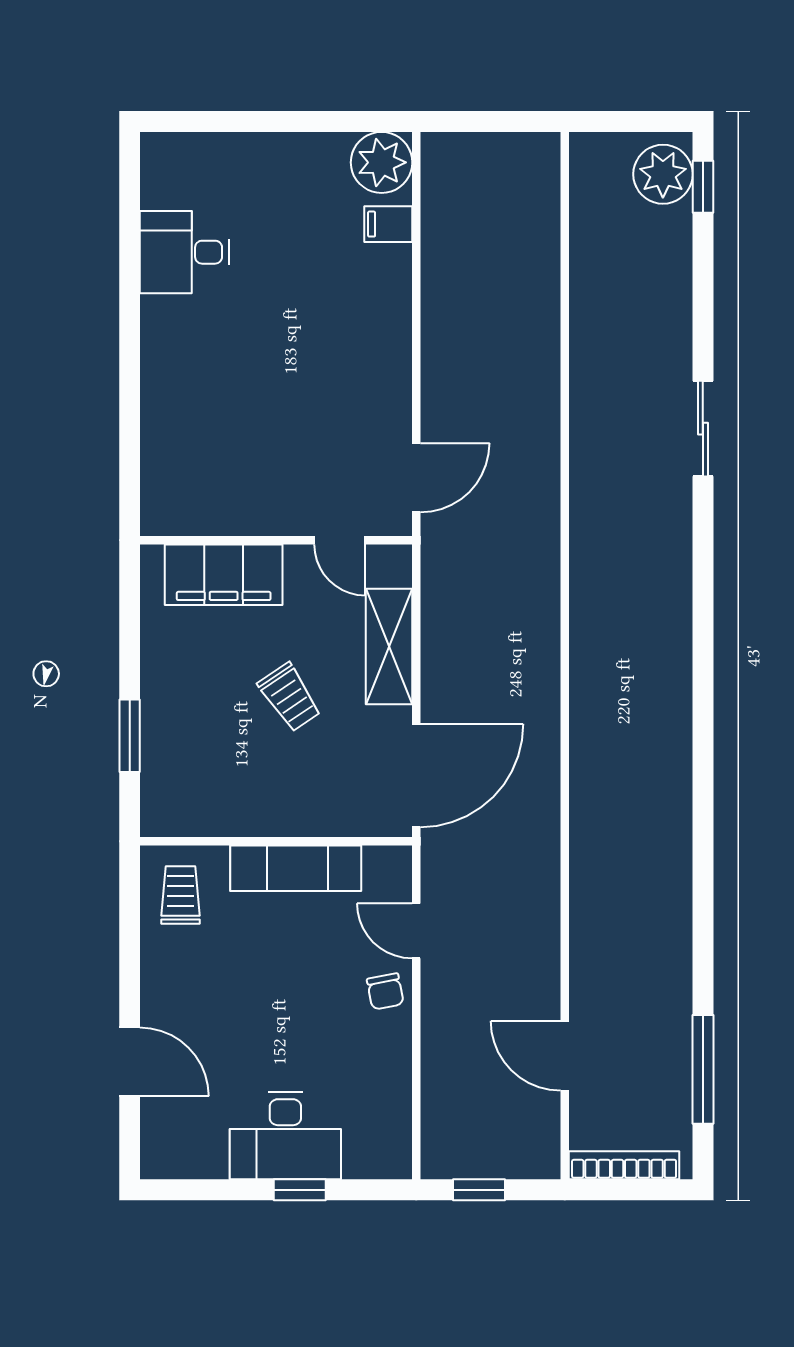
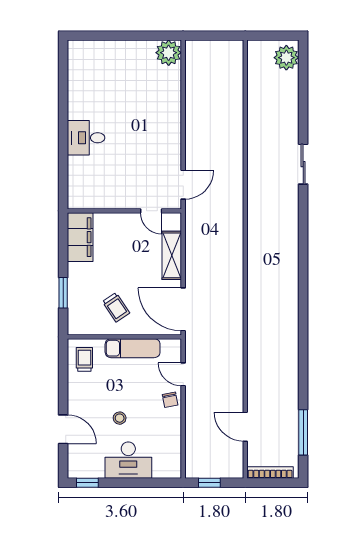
window: (703, 187) -> (303, 63), removed
filing cabinet: (388, 224) -> (171, 79), removed
desk: (184, 252) -> (86, 138), moved
filing cabinet: (224, 575) -> (80, 237), moved, turned -90
trolley: (290, 697) -> (116, 307), moved
door: (416, 776) -> (183, 309), swing flipped
stool: (265, 1035) -> (120, 418), added
window: (300, 1190) -> (87, 483), moved

